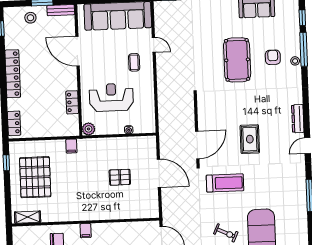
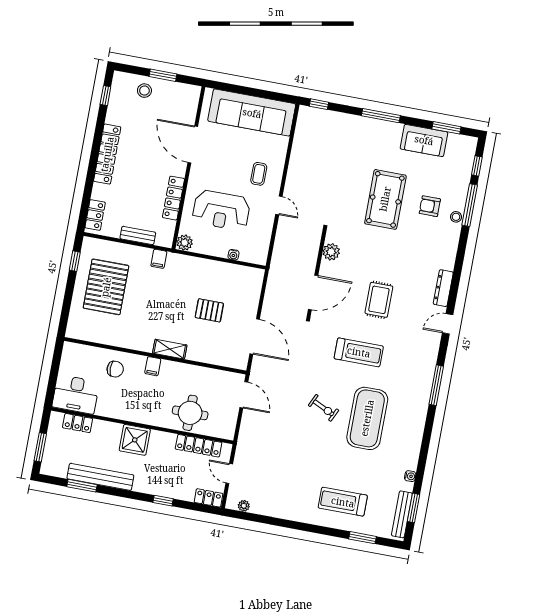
bench: (61, 10) -> (138, 235), moved
door: (154, 45) -> (279, 205), moved
armchair: (273, 57) -> (430, 206), turned -90
reception desk: (111, 97) -> (221, 210), turned 180
locker: (72, 102) -> (173, 198), width x1.53
plant: (204, 110) -> (331, 252), added
door: (159, 173) -> (255, 337), moved
treadmill: (225, 183) -> (359, 352), moved
shelving: (28, 217) -> (170, 349), moved

